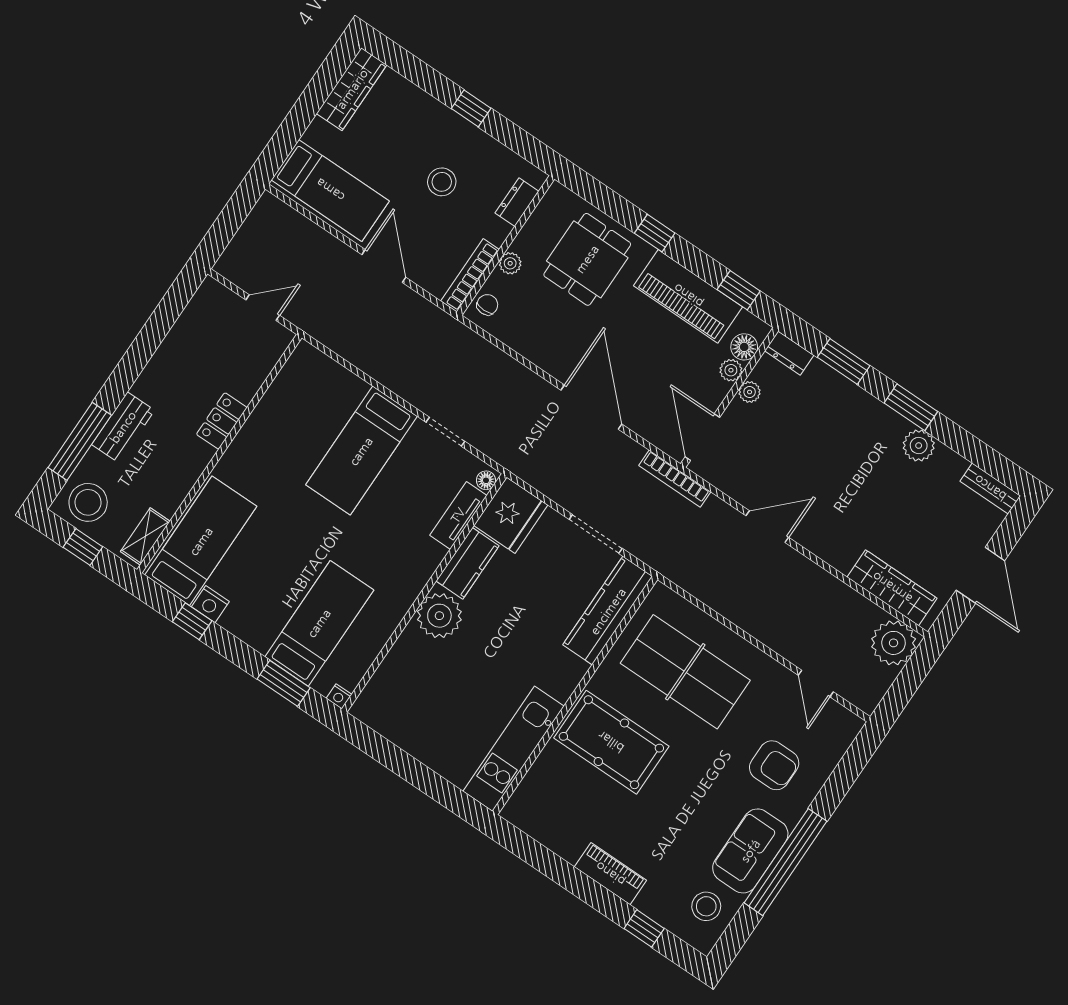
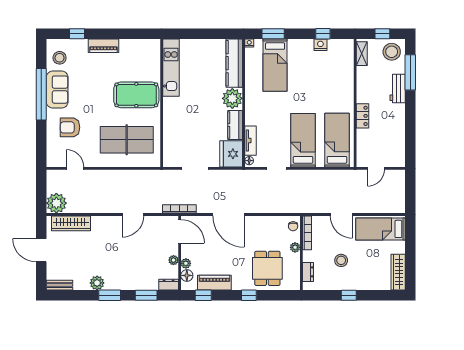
piano: (688, 296) -> (214, 283), width x0.73, depth x0.75
bed: (201, 541) -> (337, 140), moved, turned 180
kitchen counter: (608, 611) -> (234, 63), moved, turned 180

